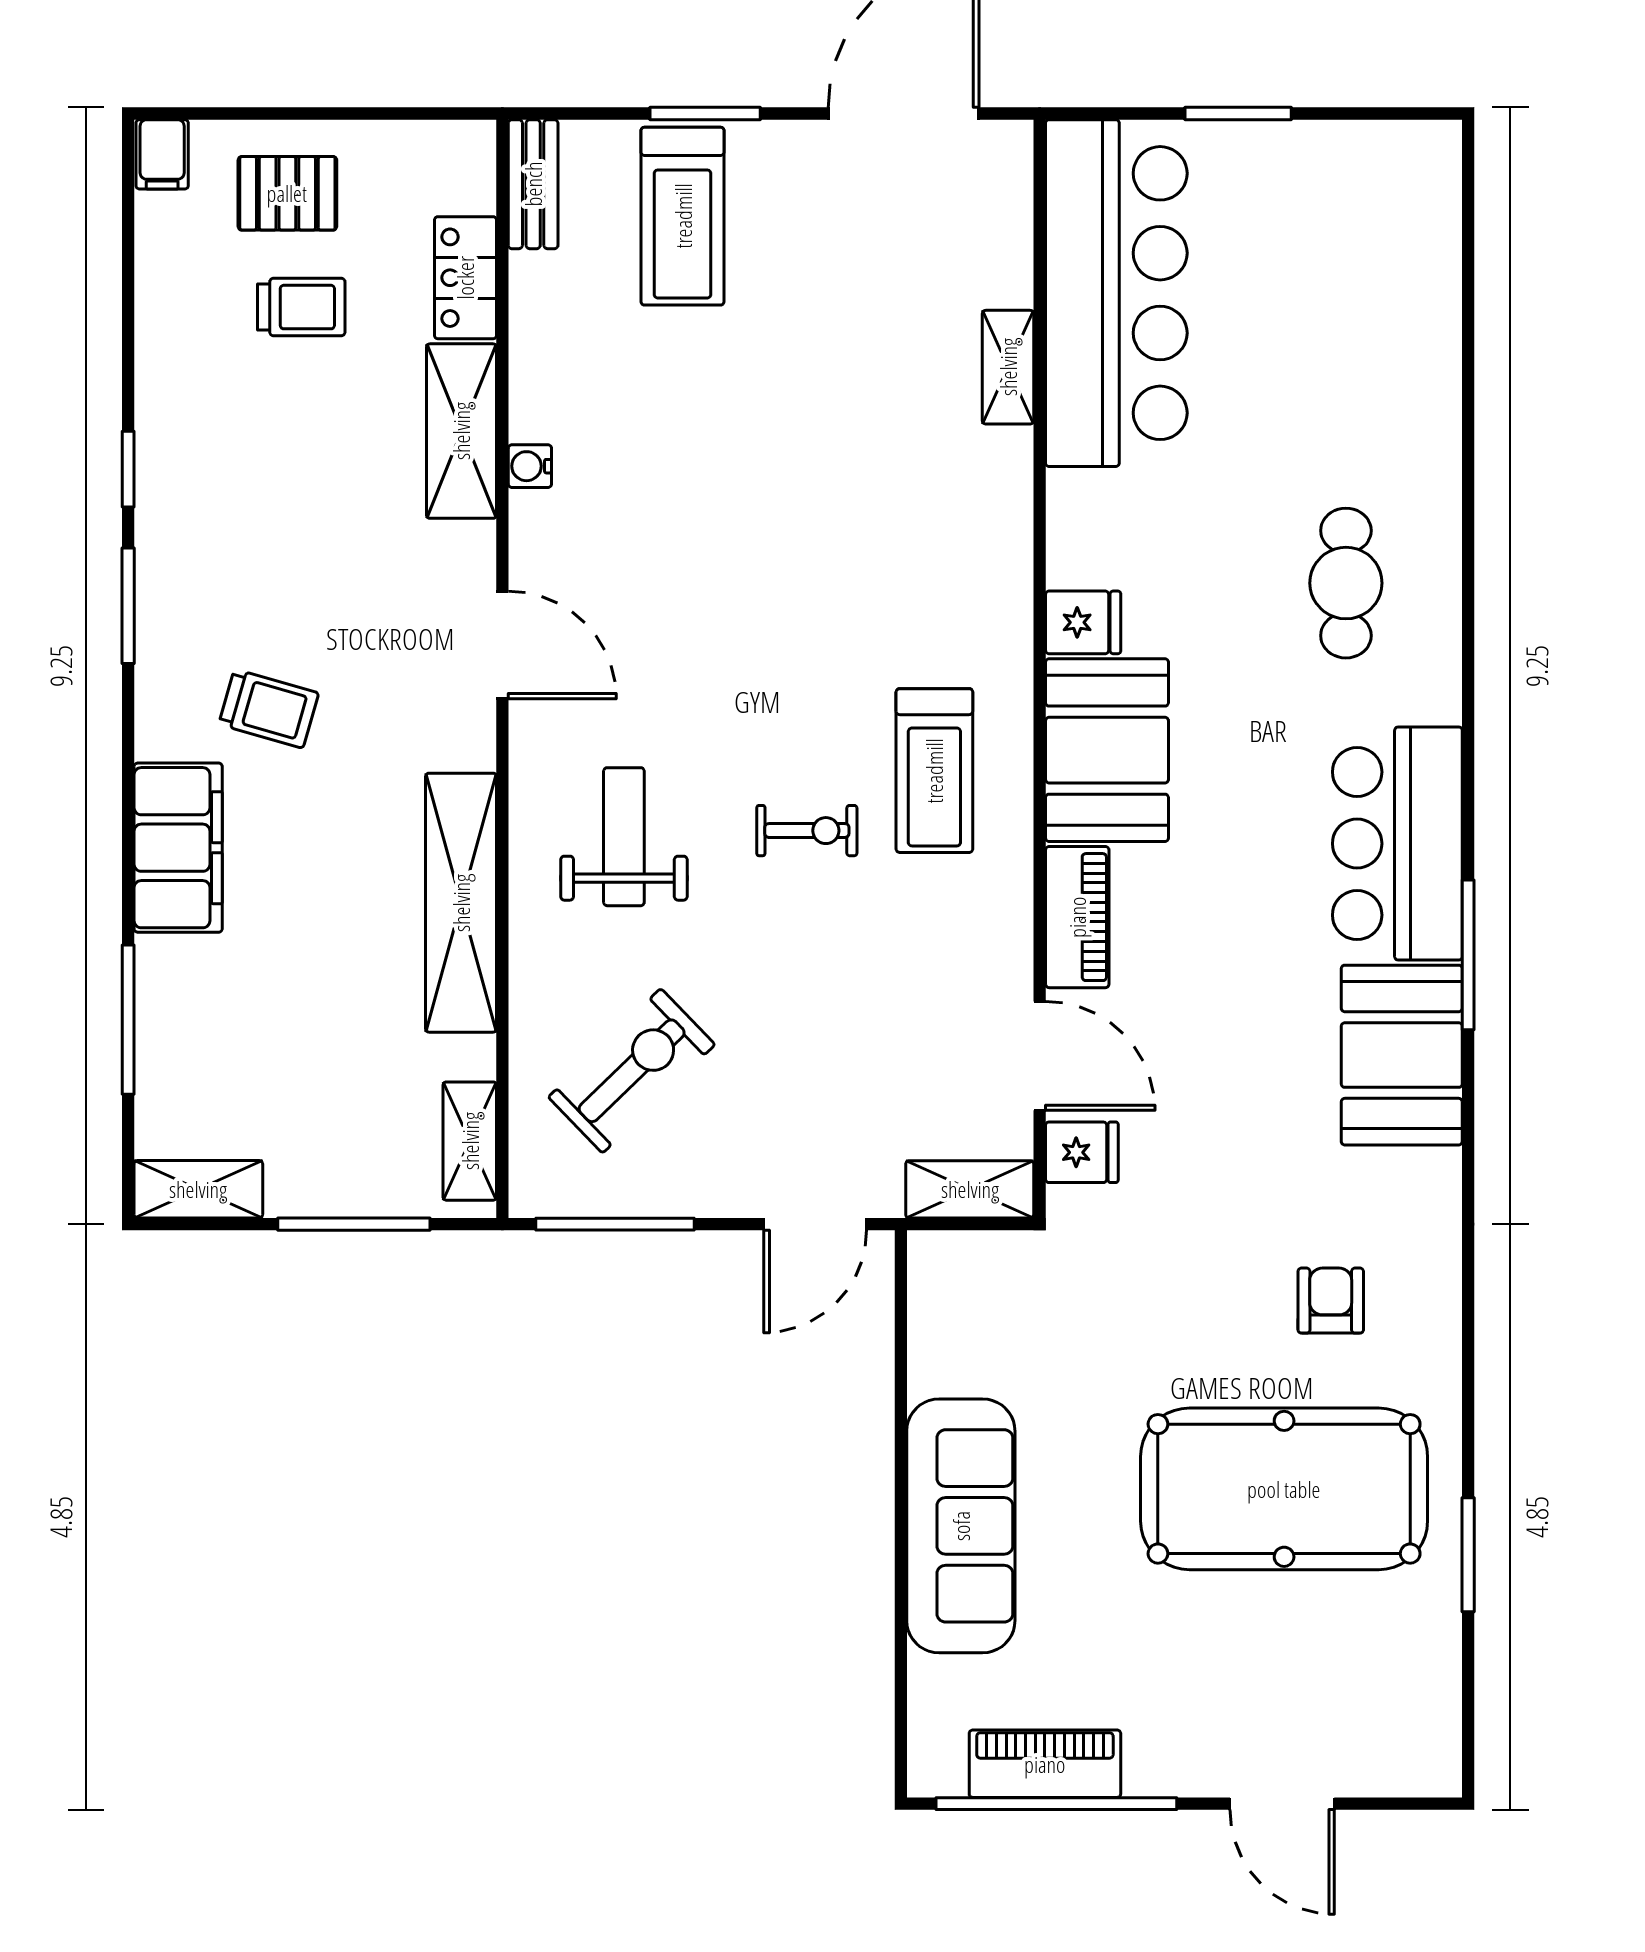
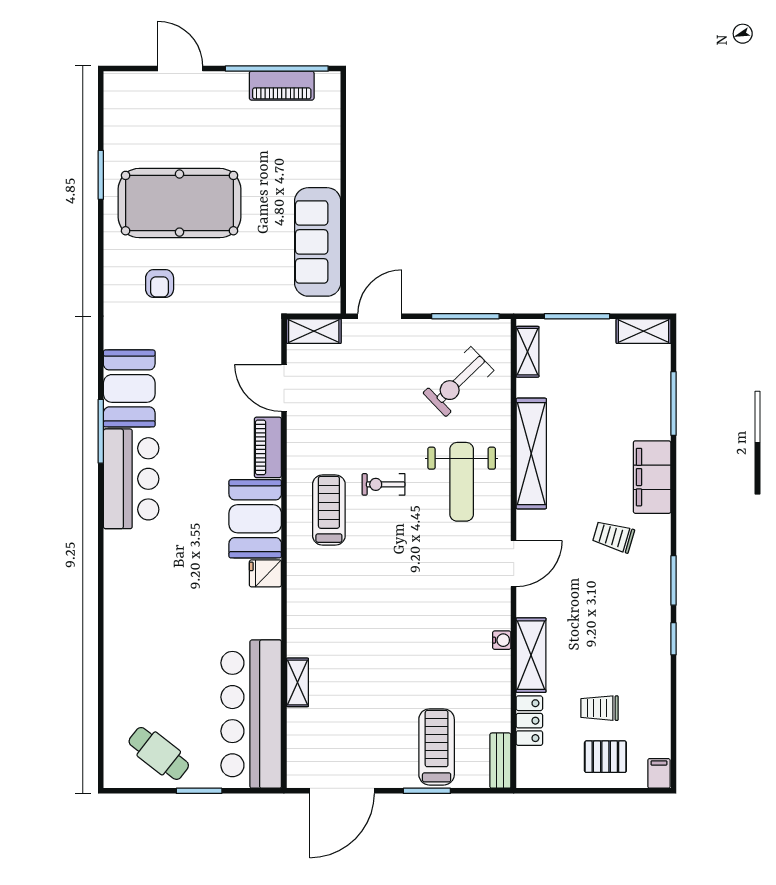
cafe table: (1346, 583) -> (159, 753), moved, turned -52
door: (502, 645) -> (514, 564), swing flipped
weight bench: (624, 837) -> (462, 482), width x1.36, depth x1.33
fridge: (1082, 1152) -> (266, 347), removed
sofa: (961, 1526) -> (318, 242), moved

